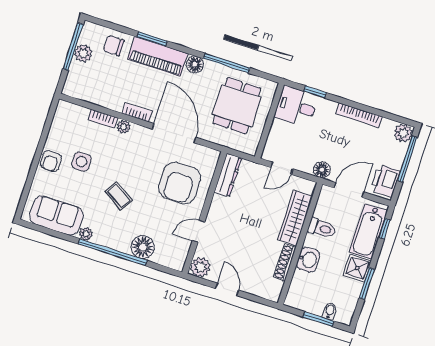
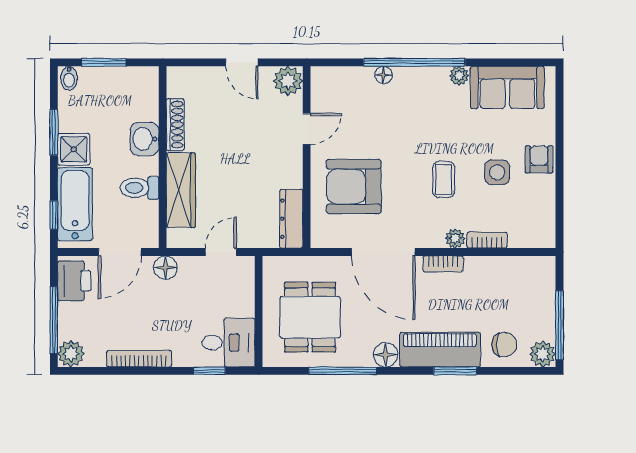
plant: (83, 53) -> (543, 354), moved
armchair: (180, 183) -> (354, 186), turned -90
coffee table: (119, 196) -> (444, 179), moved, turned 58
floor lamp: (143, 247) -> (383, 75), width x0.53, depth x0.53
bidet: (330, 311) -> (69, 78), moved

